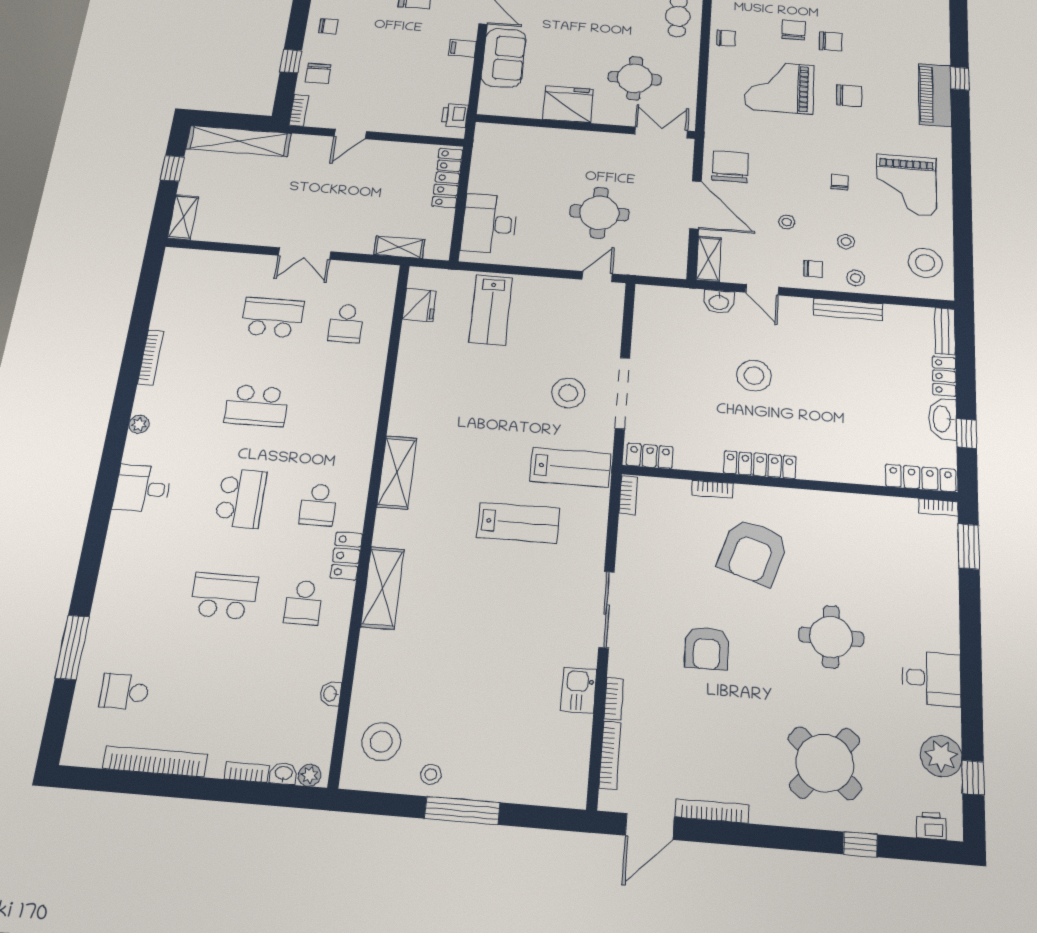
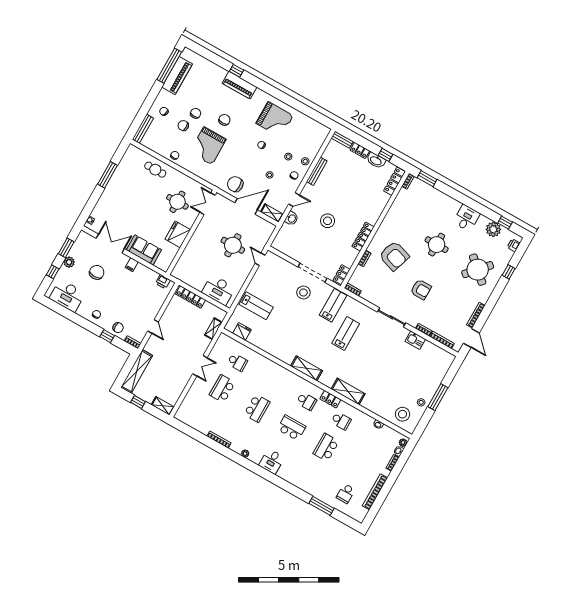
stool: (925, 263) -> (311, 131), removed

